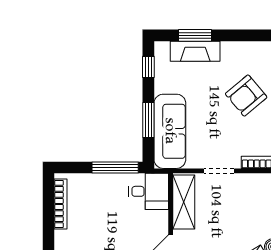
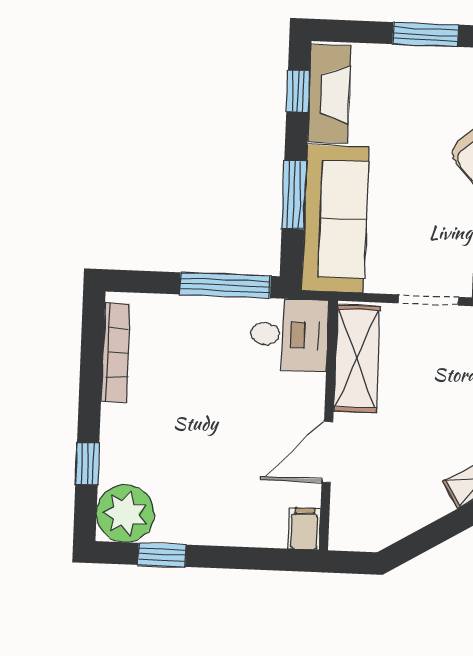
window: (195, 35) -> (426, 34), moved
fireplace: (195, 51) -> (329, 94), moved, turned -90

